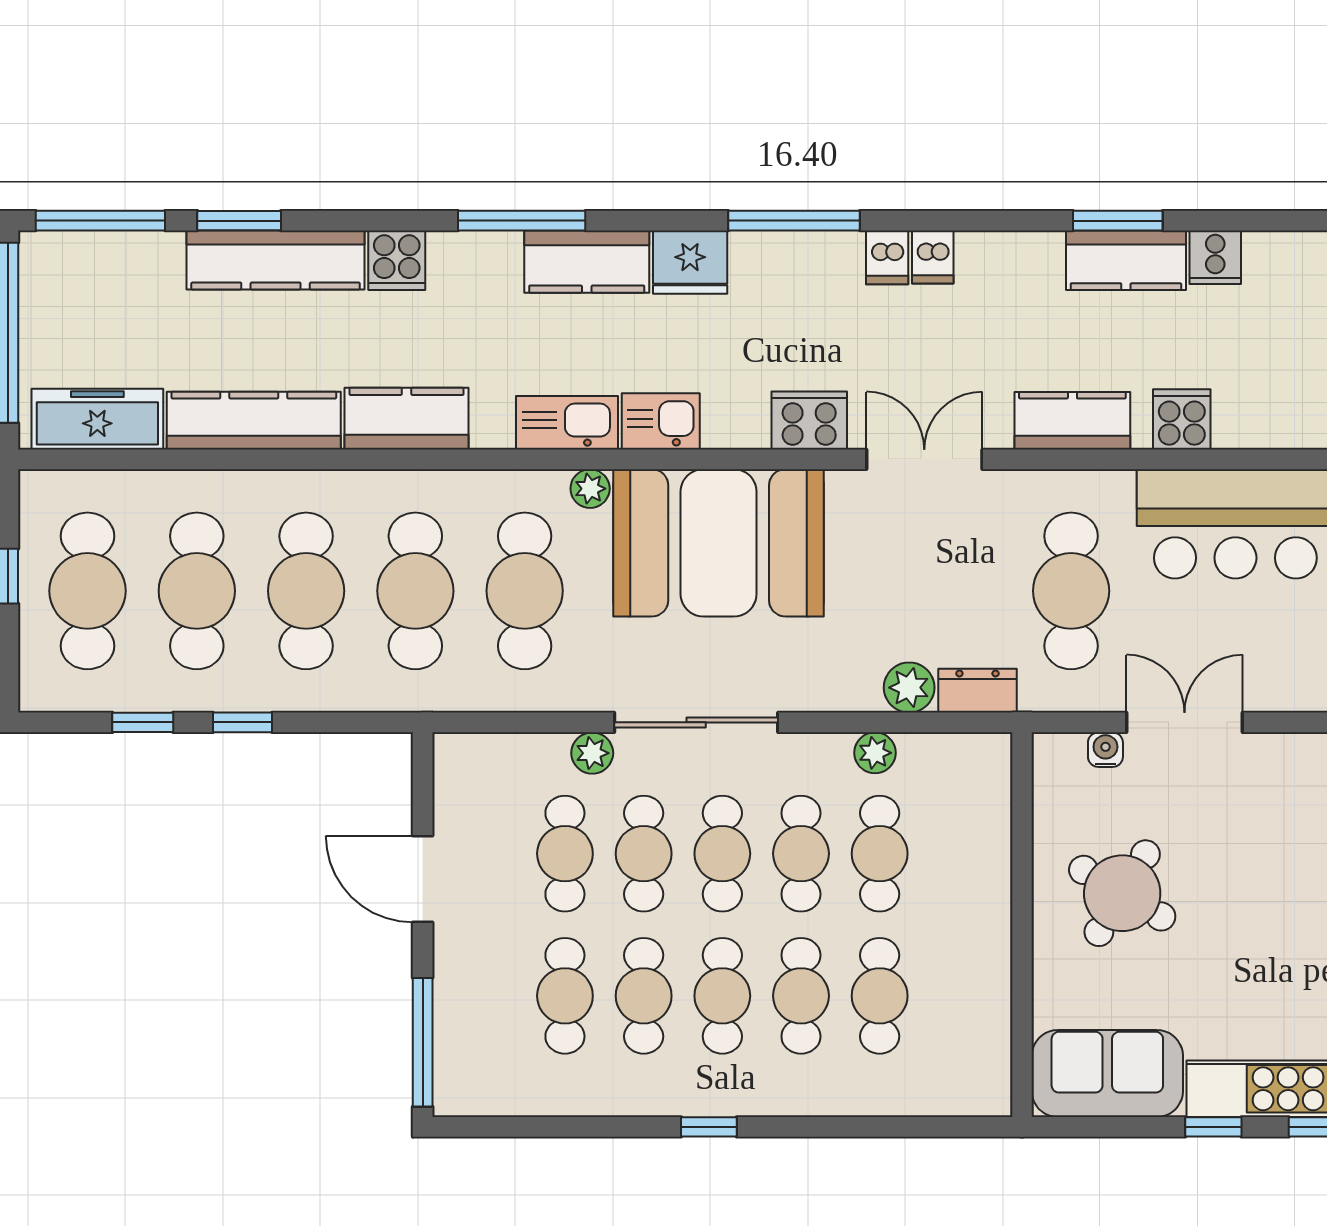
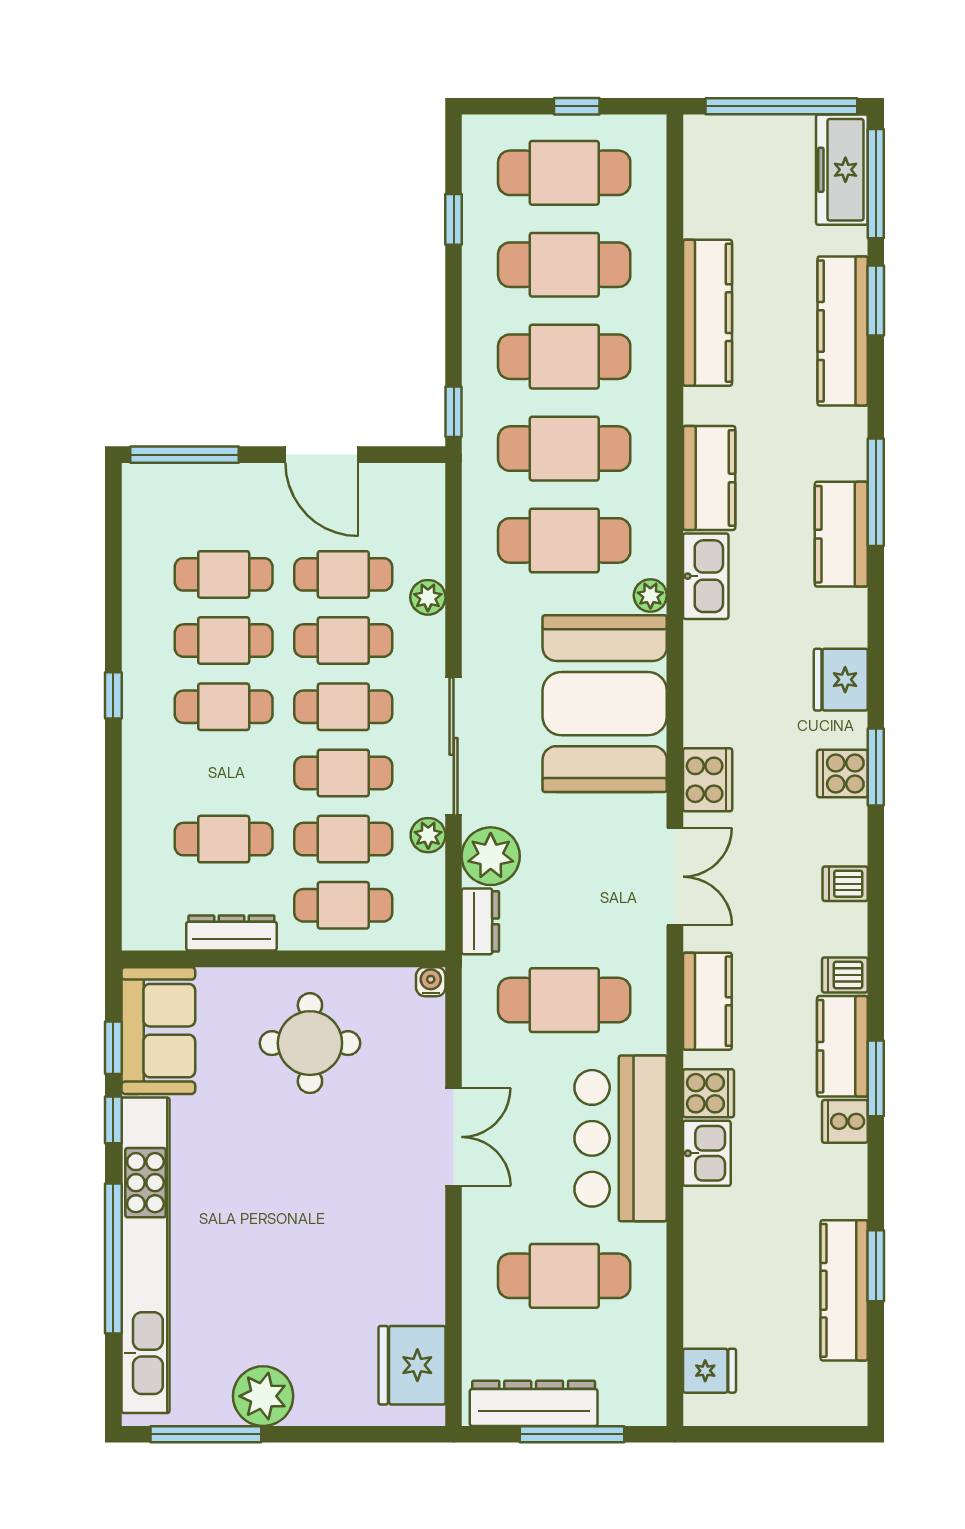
window: (522, 221) -> (876, 492), moved
window: (794, 221) -> (876, 767), width x0.69
window: (1118, 221) -> (876, 1078), moved
dishwasher: (887, 257) -> (845, 975), moved
cooker: (397, 260) -> (842, 774), moved
kitchen counter: (587, 262) -> (841, 534), moved
freezer: (97, 419) -> (842, 170), moved, turned 180
kitchen counter: (407, 419) -> (709, 478), moved
kitchen sink: (661, 421) -> (707, 1153), moved
plant: (909, 688) -> (491, 856), width x1.36, depth x1.36
window: (242, 722) -> (454, 412), moved
sliding door: (696, 722) -> (454, 746), moved
double door: (1185, 722) -> (454, 1137), moved
water cooler: (1105, 750) -> (431, 982), moved, turned -90
door: (423, 879) -> (322, 455), swing flipped
round table: (1122, 893) -> (310, 1043), turned -31
dresser: (991, 987) -> (231, 933), added
cafe table: (801, 996) -> (343, 905), moved
window: (1128, 1127) -> (113, 1048), added

